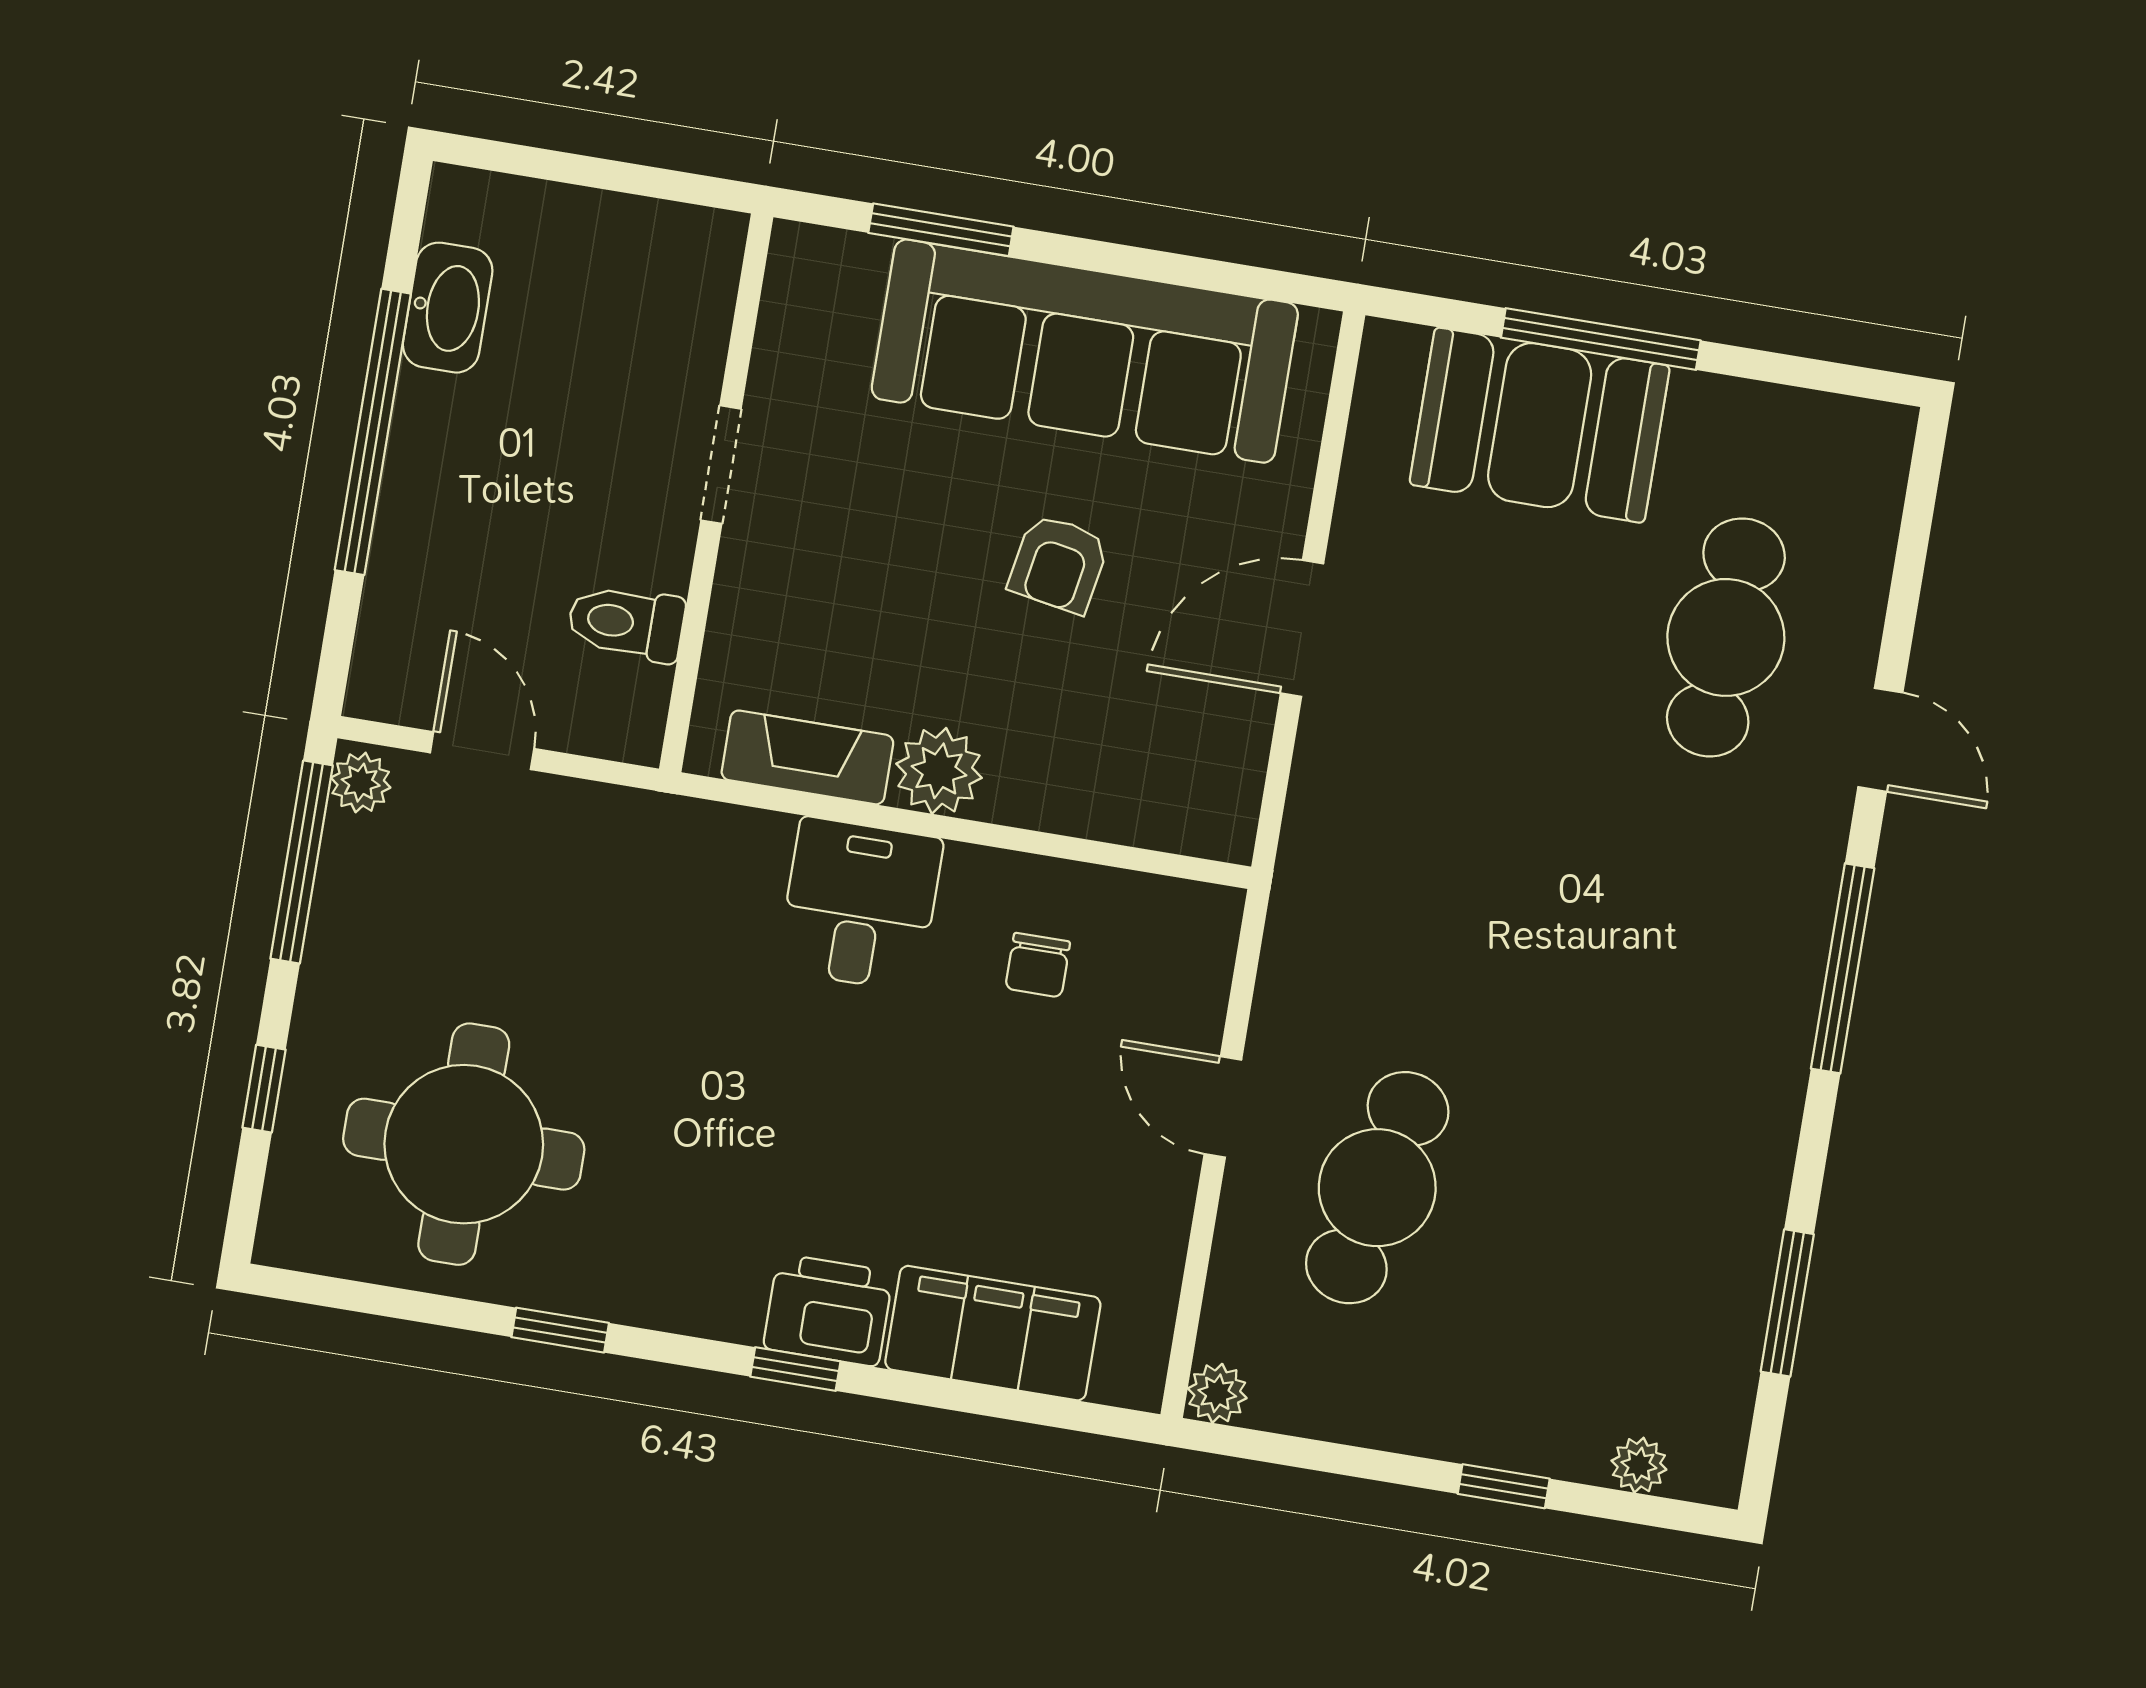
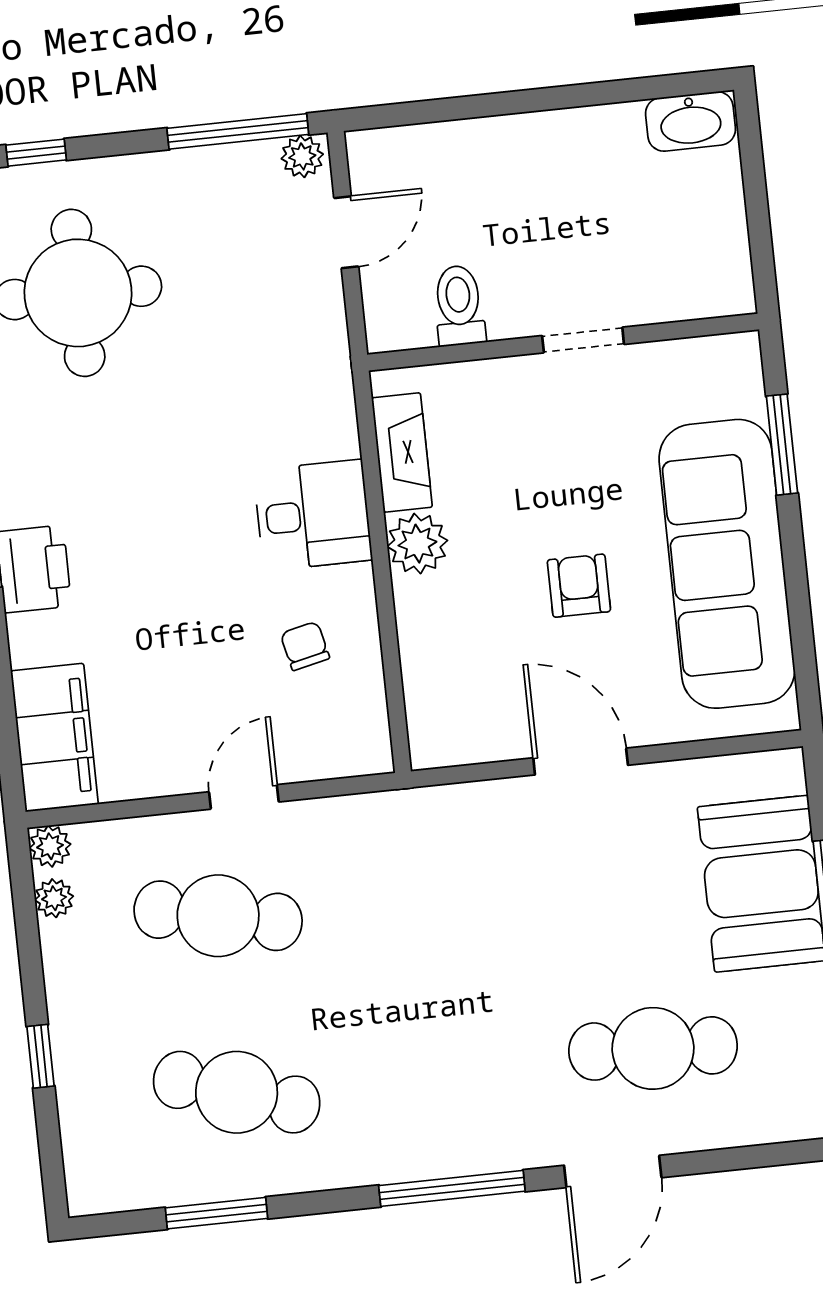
washbasin: (448, 308) -> (691, 121), moved
window: (373, 432) -> (541, 100), removed
armchair: (1059, 564) -> (579, 586), turned 80
door: (1880, 740) -> (613, 1171), width x1.38
chair: (1038, 965) -> (305, 646), turned 77
window: (264, 1089) -> (36, 153), moved
cafe table: (1628, 1229) -> (237, 1092), added
filing cabinet: (993, 1333) -> (55, 738), moved
plant: (1639, 1465) -> (54, 898), moved

